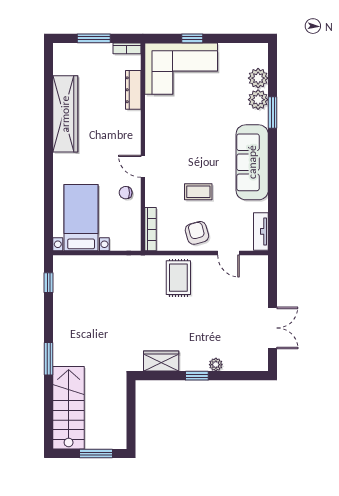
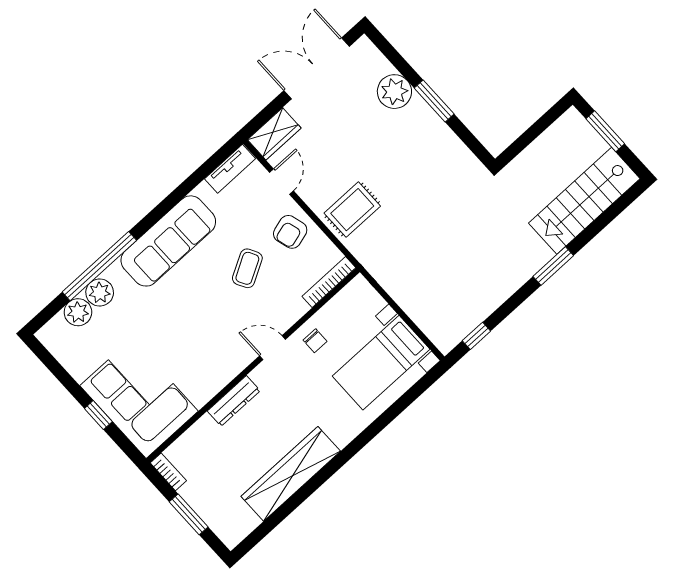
dresser: (133, 90) -> (234, 401), moved
window: (273, 112) -> (99, 266), width x2.11
door: (143, 166) -> (273, 348), swing flipped
coffee table: (198, 192) -> (247, 268), turned 61
double door: (273, 328) -> (317, 68), width x1.37
wardrobe: (161, 361) -> (274, 134), moved, turned -90
plant: (216, 365) -> (394, 92), width x1.88, depth x1.88
window: (197, 376) -> (434, 101), width x1.50

